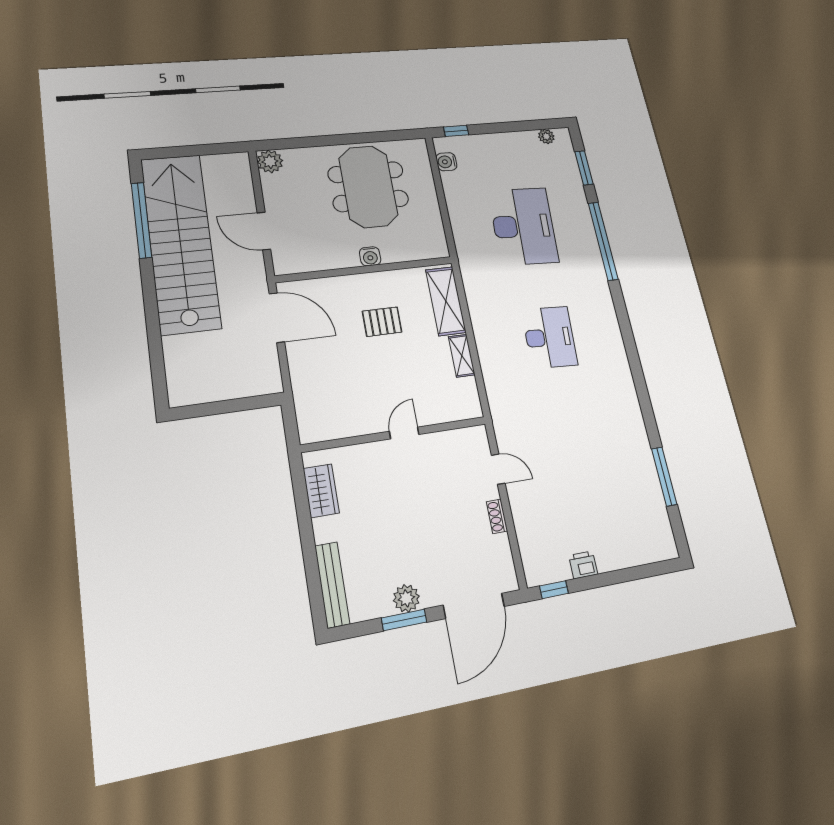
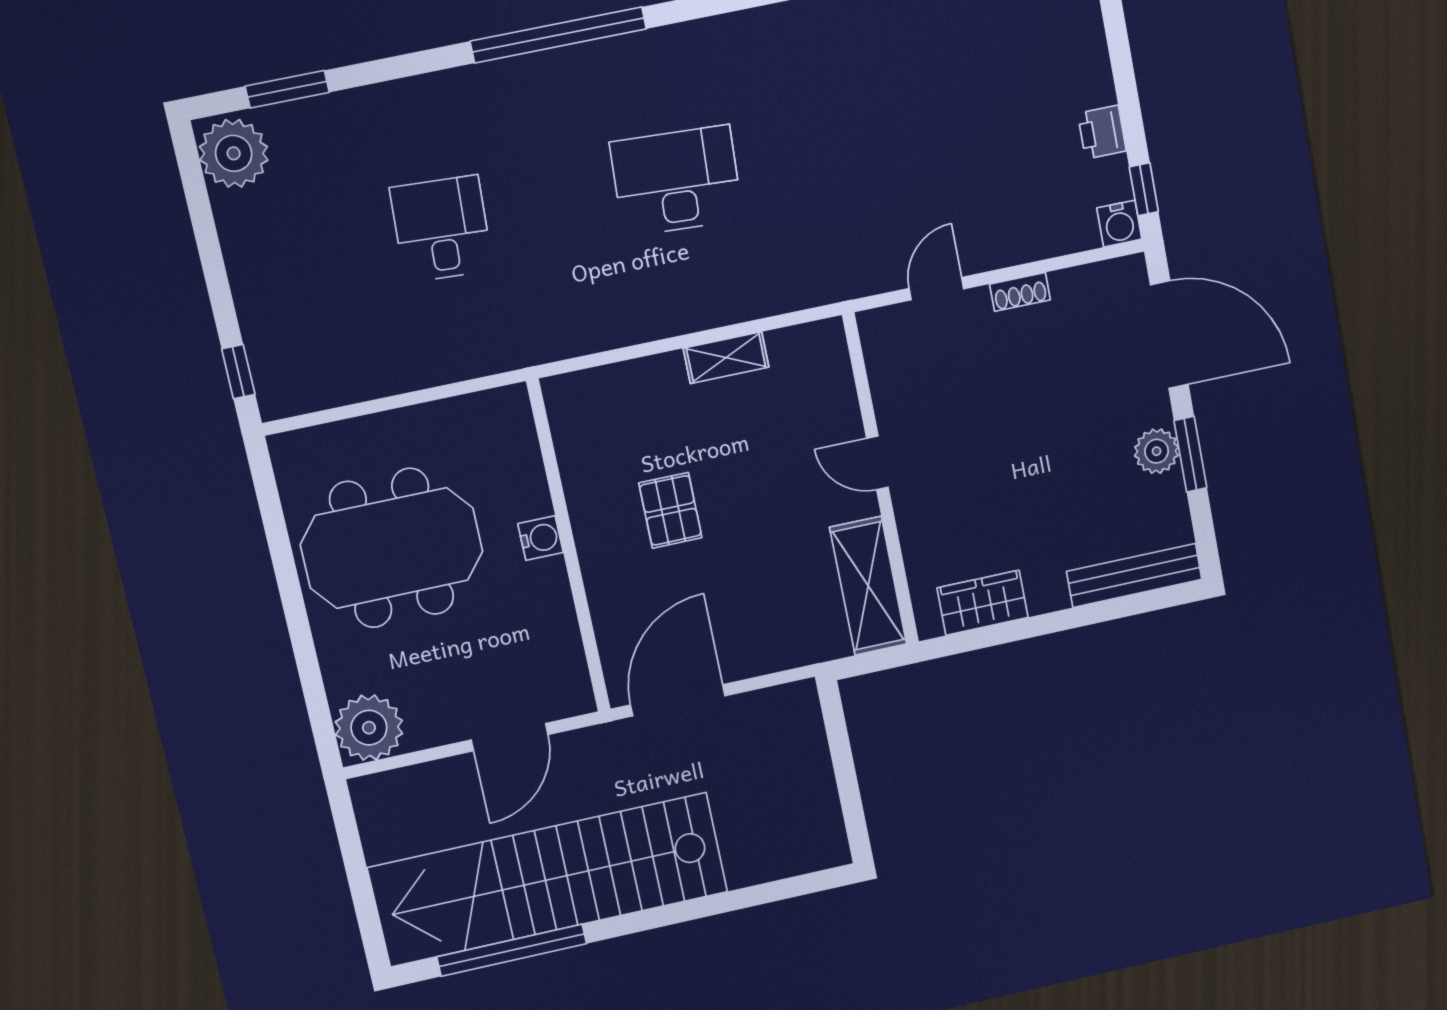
plant: (546, 136) -> (234, 153), width x1.87, depth x1.87
plant: (270, 161) -> (369, 728), width x1.36, depth x1.36
water cooler: (446, 162) -> (1119, 224), moved
desk: (523, 226) -> (441, 229), width x0.53, depth x0.77
window: (603, 241) -> (558, 35), moved
shelving: (446, 301) -> (868, 586), moved, turned 90

